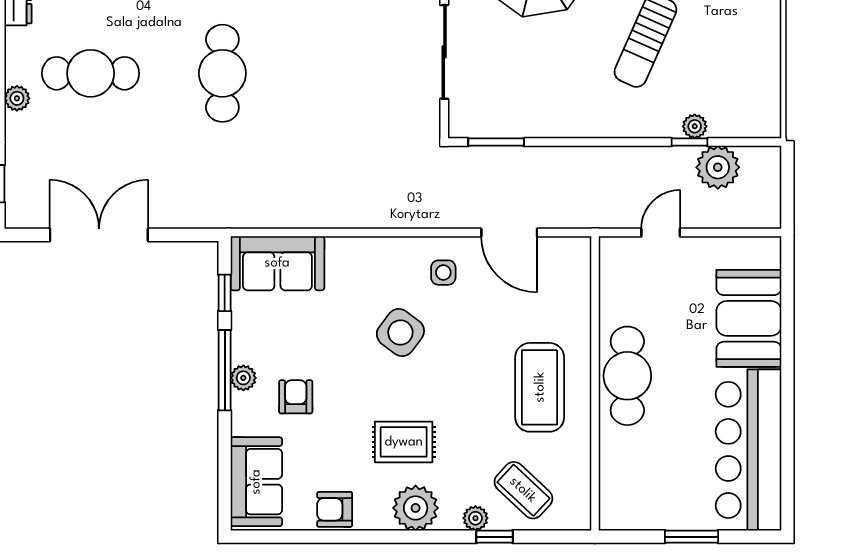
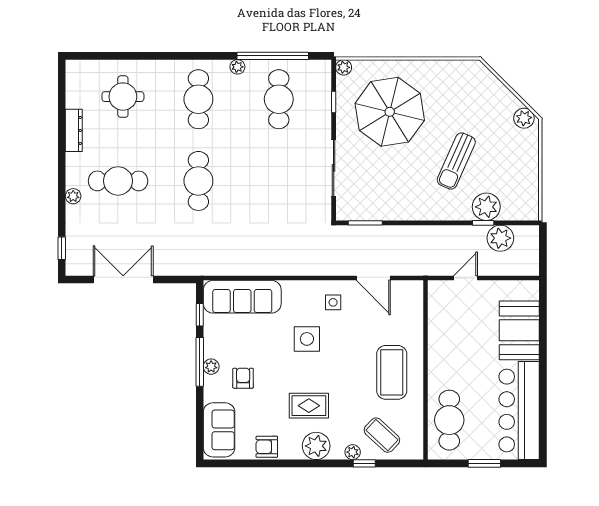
plant: (695, 126) -> (486, 207), width x1.87, depth x1.87
sofa: (277, 263) -> (242, 297), width x1.36
side table: (400, 333) -> (307, 339), turned -37
cafe table: (627, 376) -> (449, 420), moved

